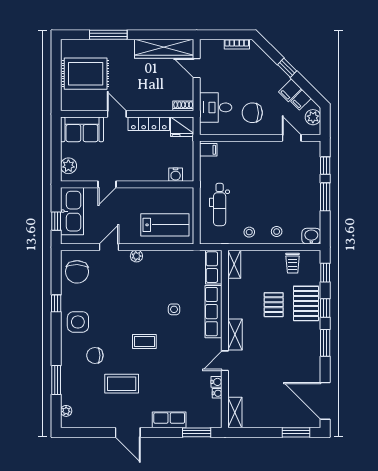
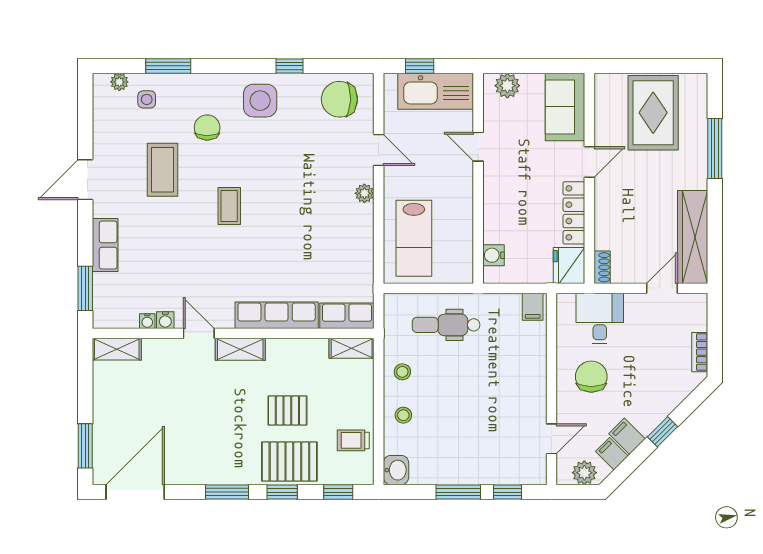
side table: (174, 309) -> (147, 99), moved

